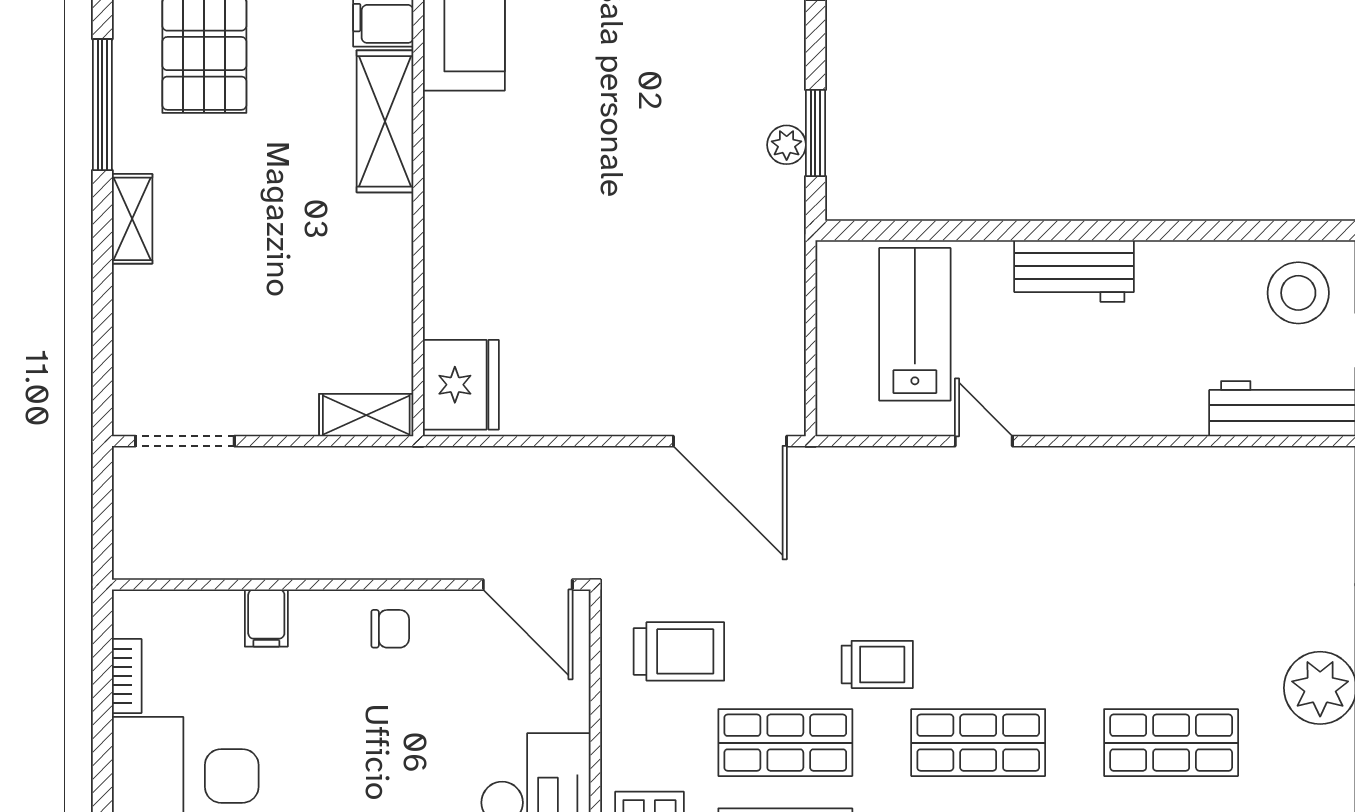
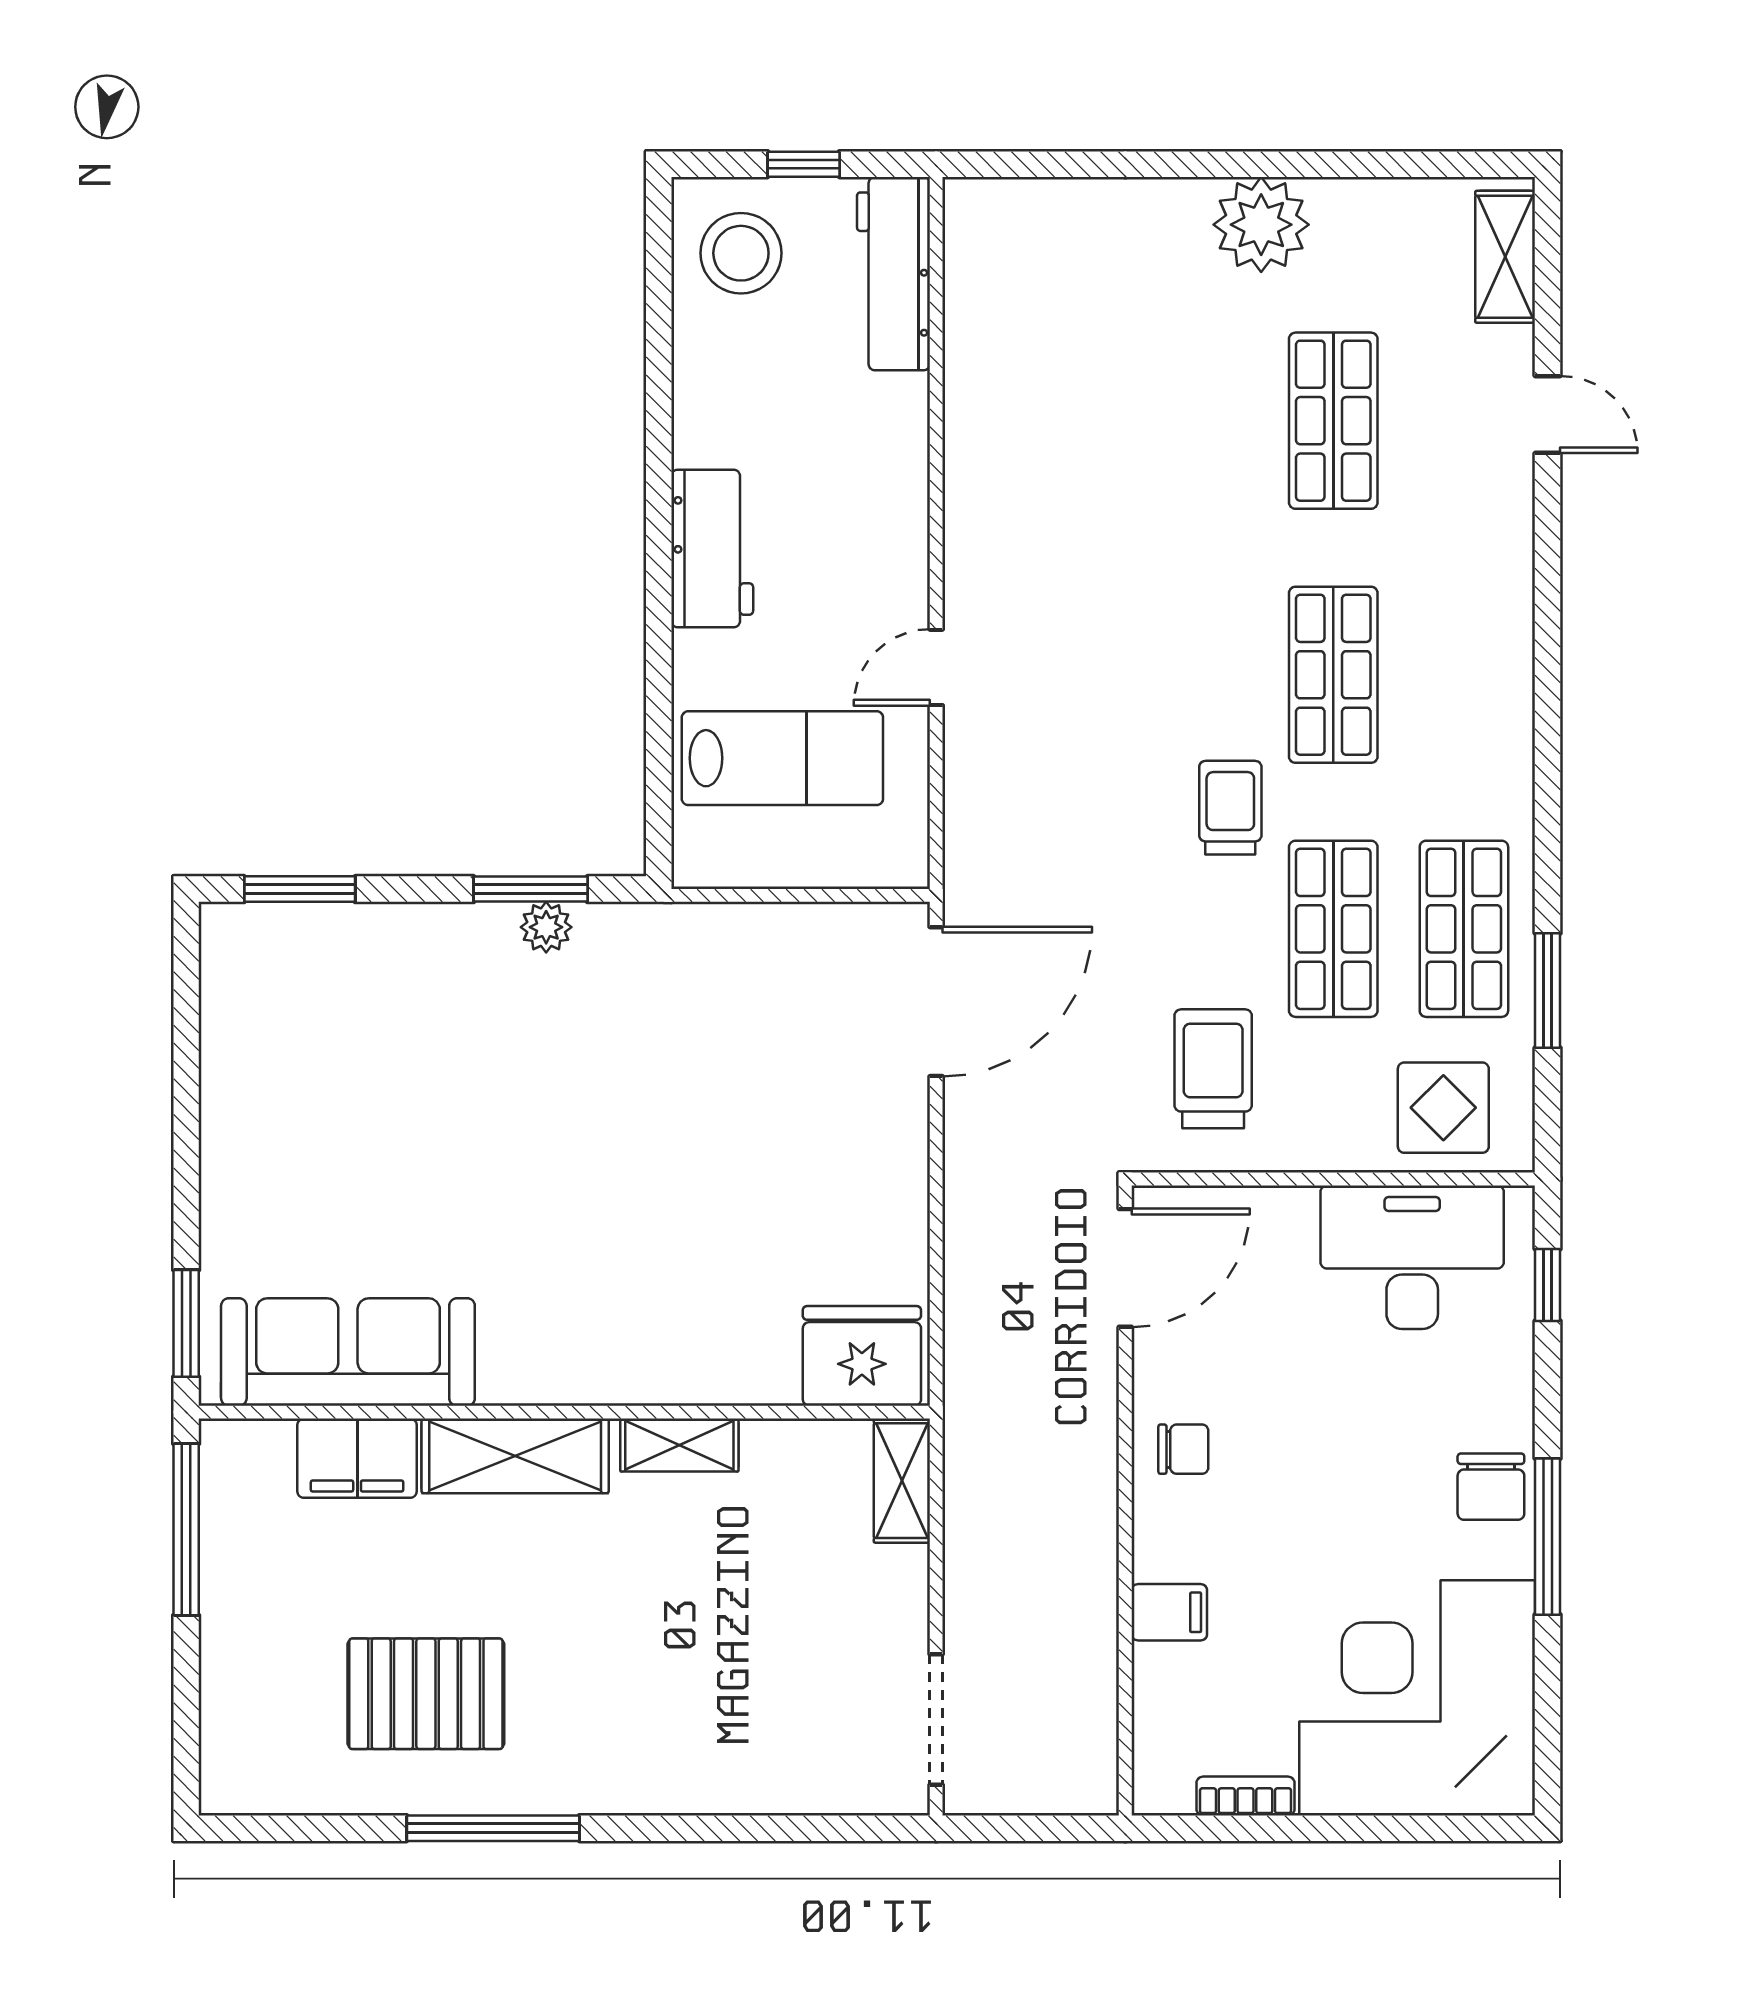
shelving: (132, 219) -> (679, 1445), moved
lab bench: (915, 324) -> (782, 758), turned 180
chair: (390, 629) -> (1183, 1449), turned 90

